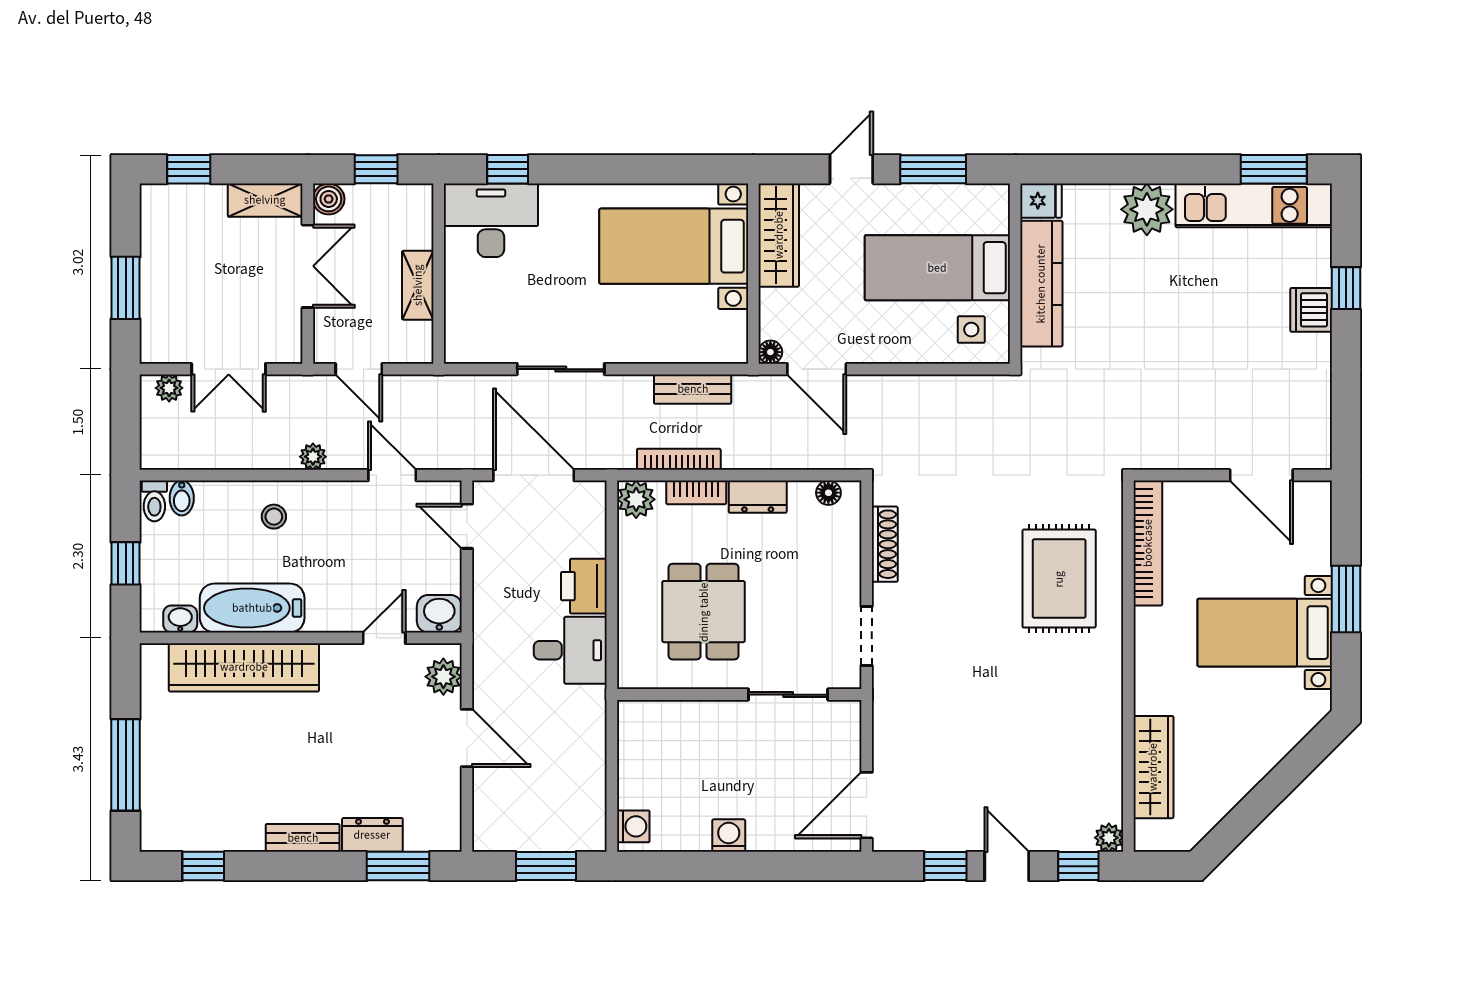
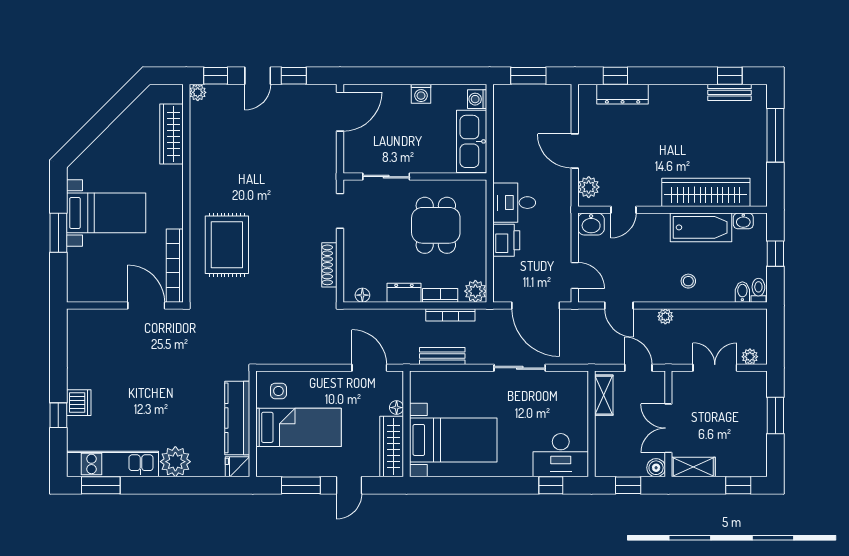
shelving: (418, 285) -> (604, 395), moved
floor lamp: (770, 352) -> (397, 408), moved
door: (1261, 475) -> (146, 305), moved
kitchen sink: (643, 754) -> (472, 141), added
dresser: (372, 835) -> (623, 94), width x1.44
bench: (303, 838) -> (730, 92), moved
window: (398, 866) -> (615, 76), width x0.67
door: (1007, 866) -> (258, 76), hinge flipped

